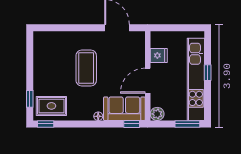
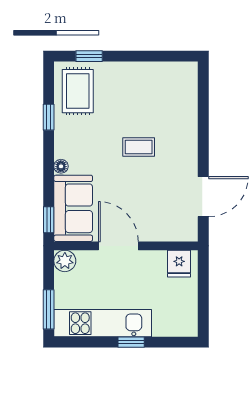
fridge: (159, 55) -> (179, 264), moved
coffee table: (86, 68) -> (139, 147), width x0.54, depth x0.58
kitchen unit: (196, 79) -> (103, 323), width x0.73
window: (46, 124) -> (49, 117), moved

